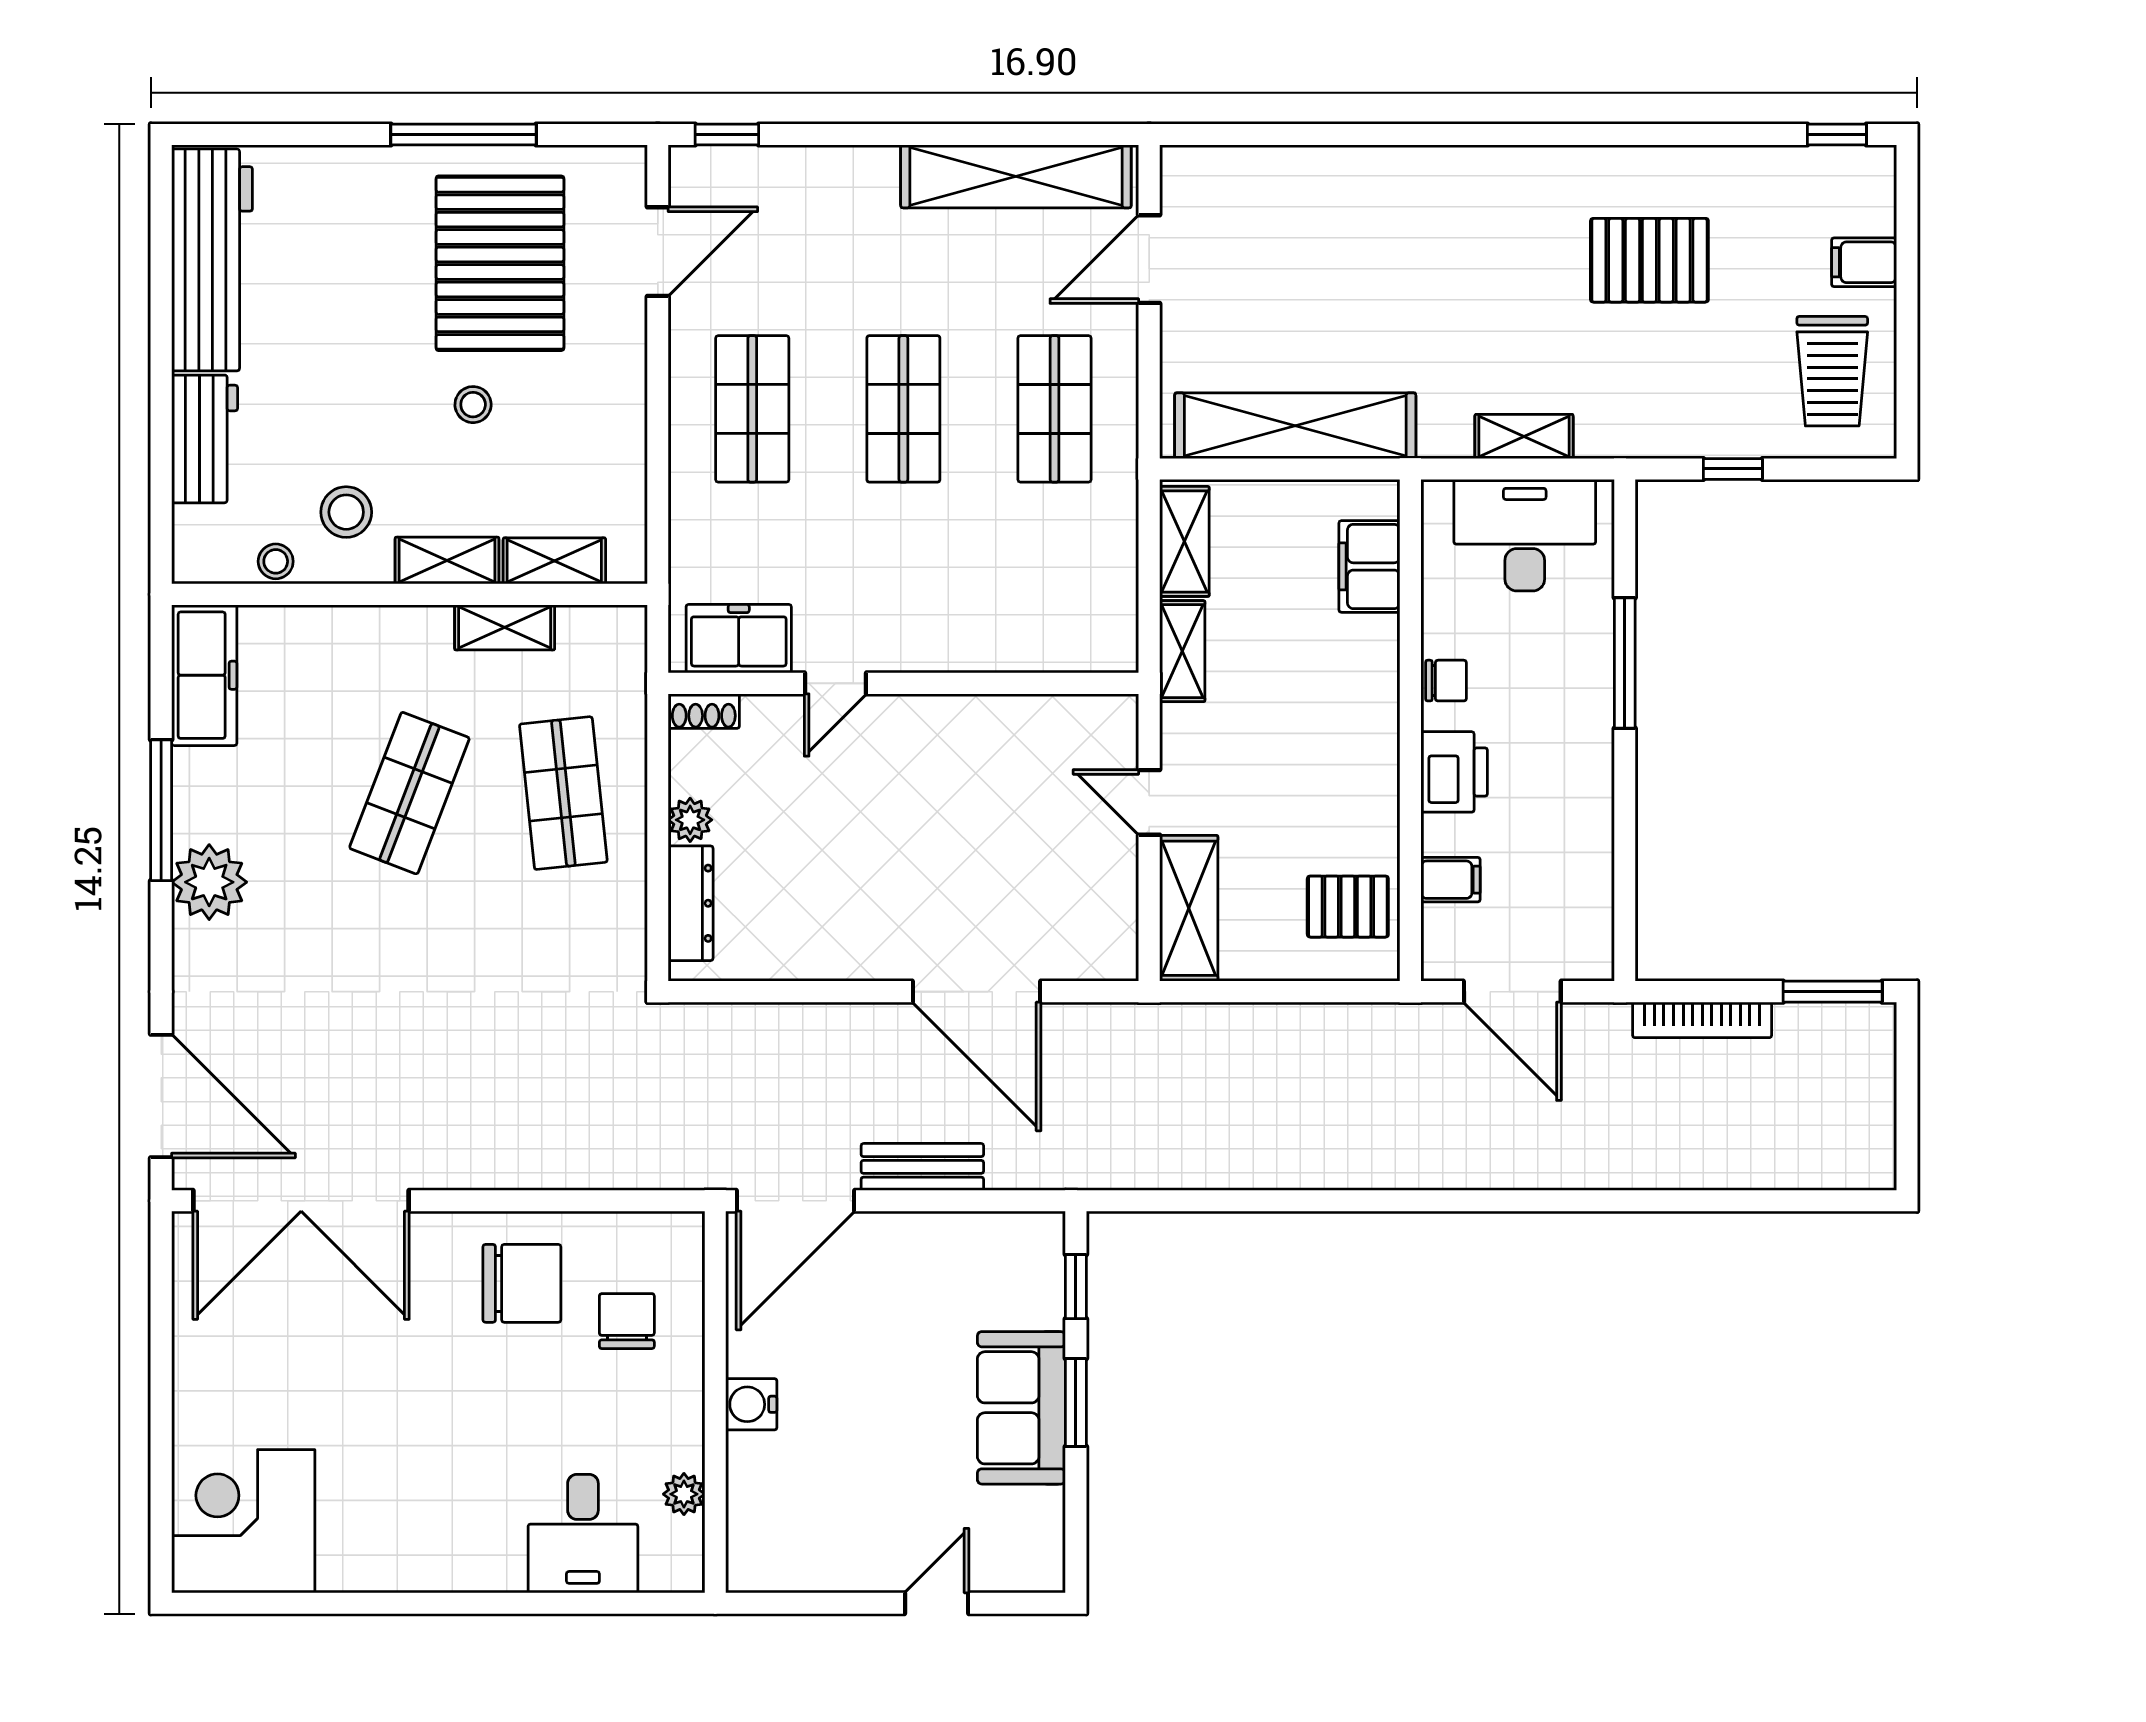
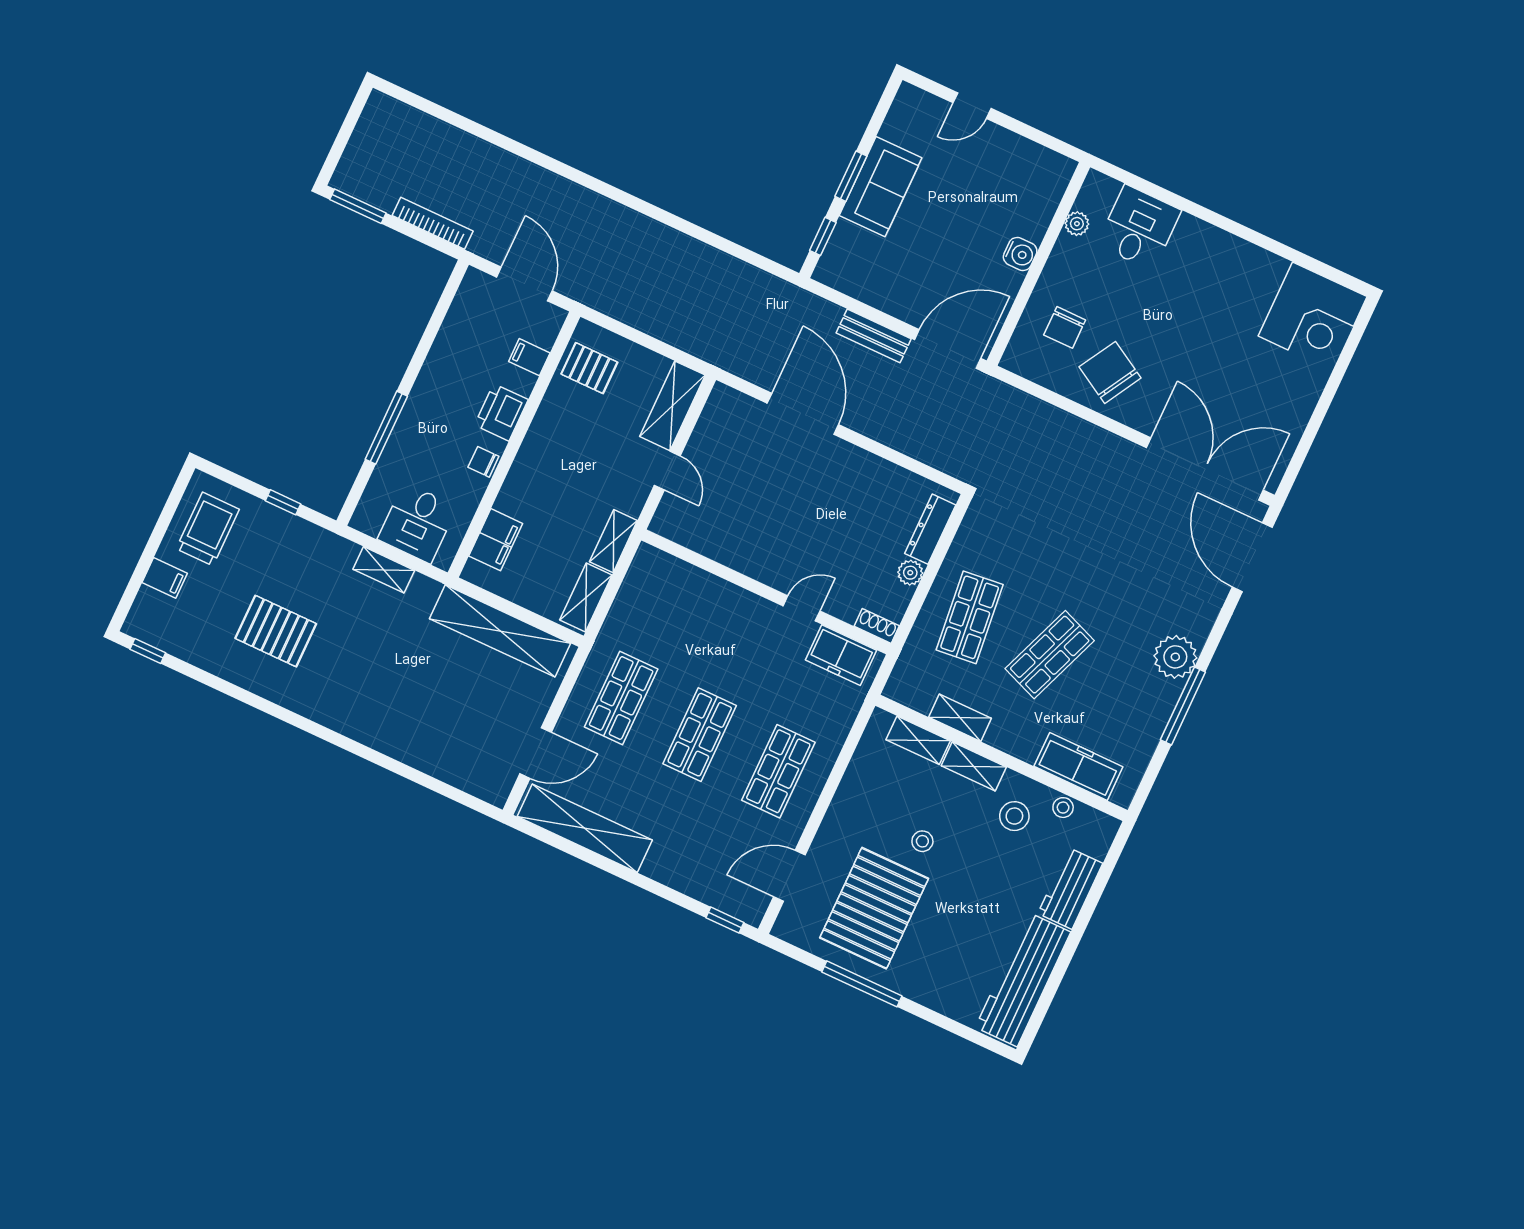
desk: (1525, 535) -> (417, 523), width x0.73
freezer: (204, 675) -> (1078, 766), moved, turned 90
chair: (522, 1283) -> (1110, 372), turned 30

